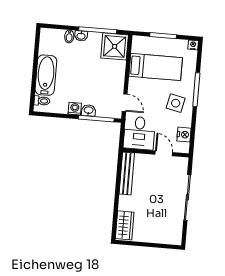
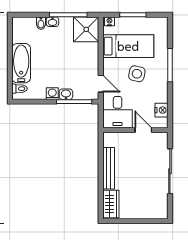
nightstand: (193, 45) -> (109, 21), moved
side table: (176, 103) -> (137, 74), moved
bench: (127, 174) -> (109, 168), moved

